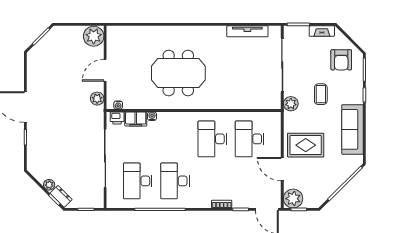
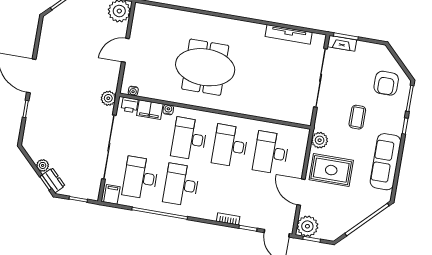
fireplace: (322, 31) -> (342, 43), moved
plant: (97, 99) -> (108, 98), moved
plant: (291, 104) -> (320, 140), moved
desk: (175, 139) -> (189, 139), added
filing cabinet: (115, 200) -> (112, 194), added

